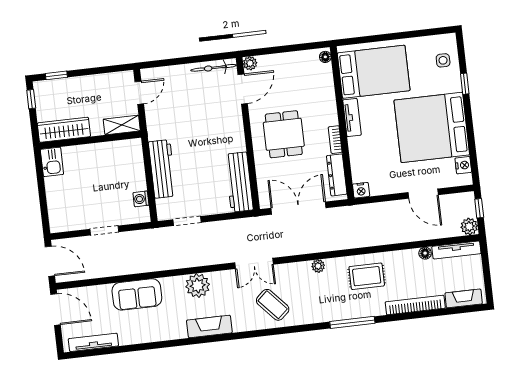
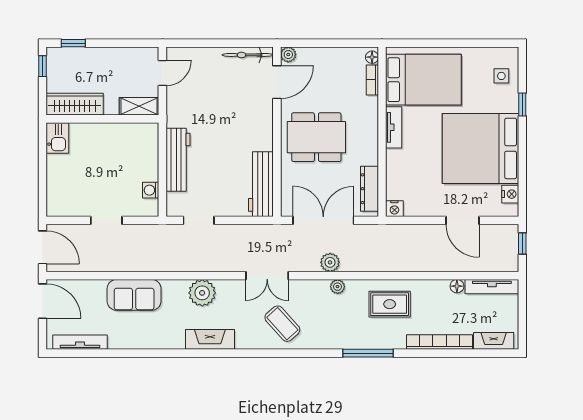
dining table: (284, 134) -> (316, 137), width x1.38
bookcase: (335, 140) -> (372, 80), moved
plant: (469, 227) -> (330, 262), moved

